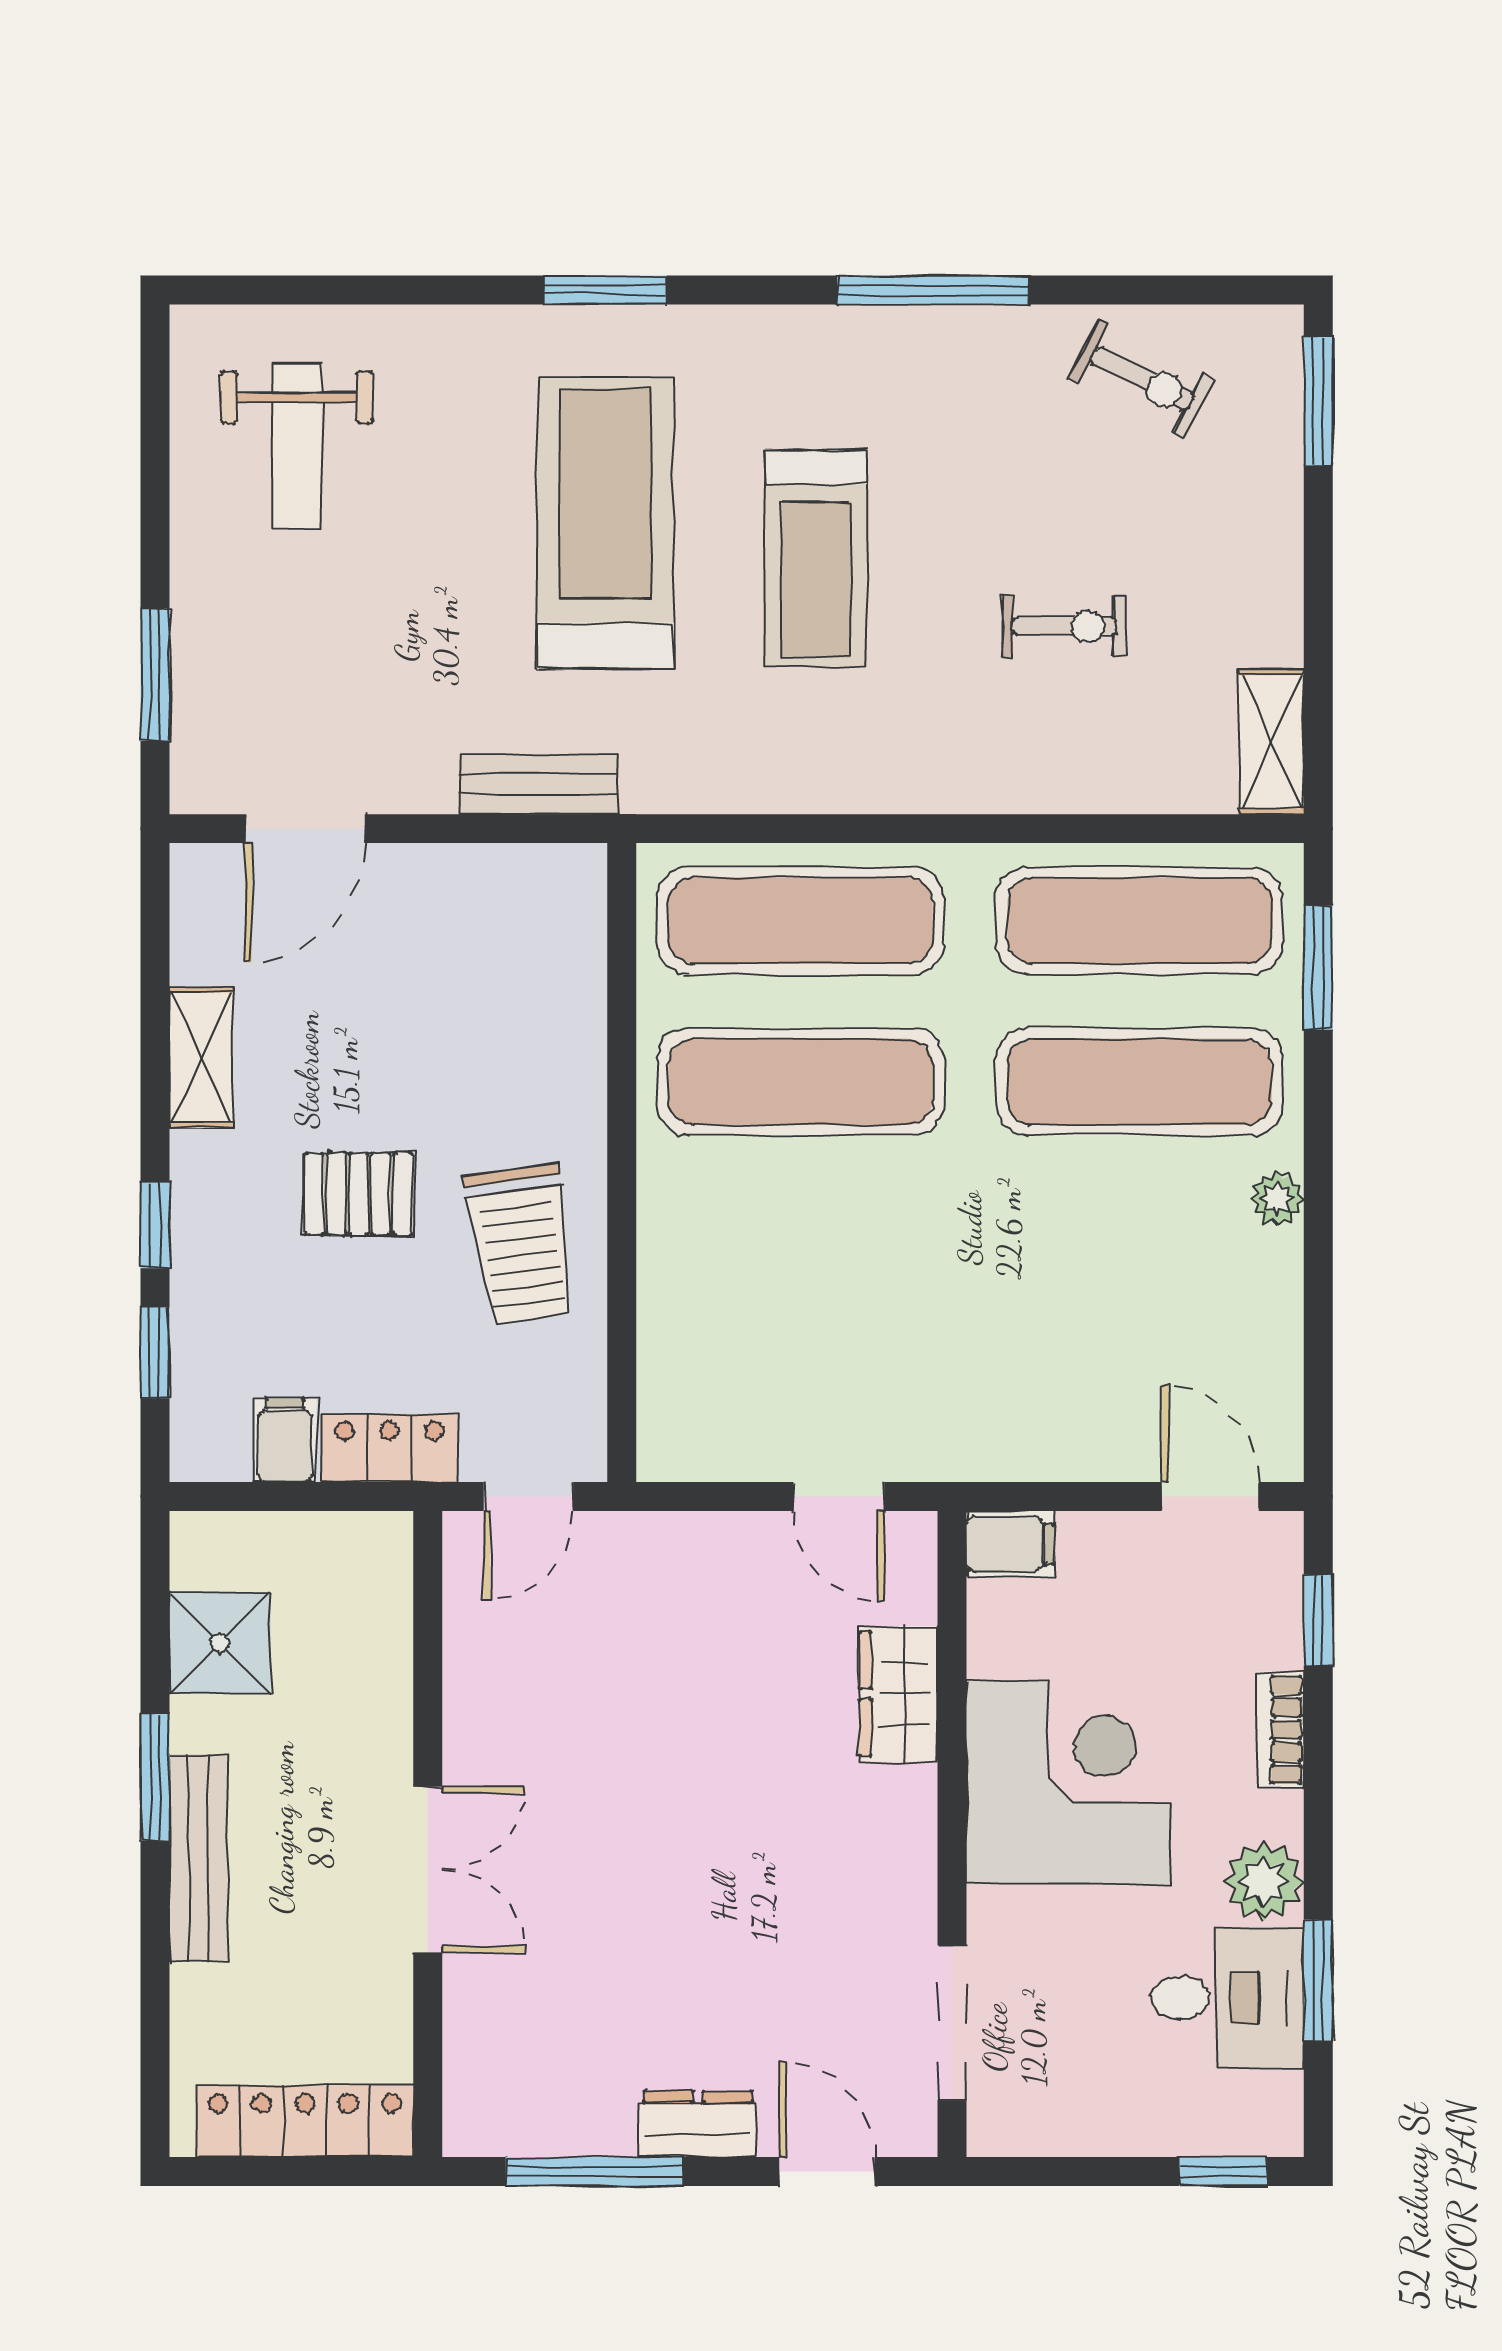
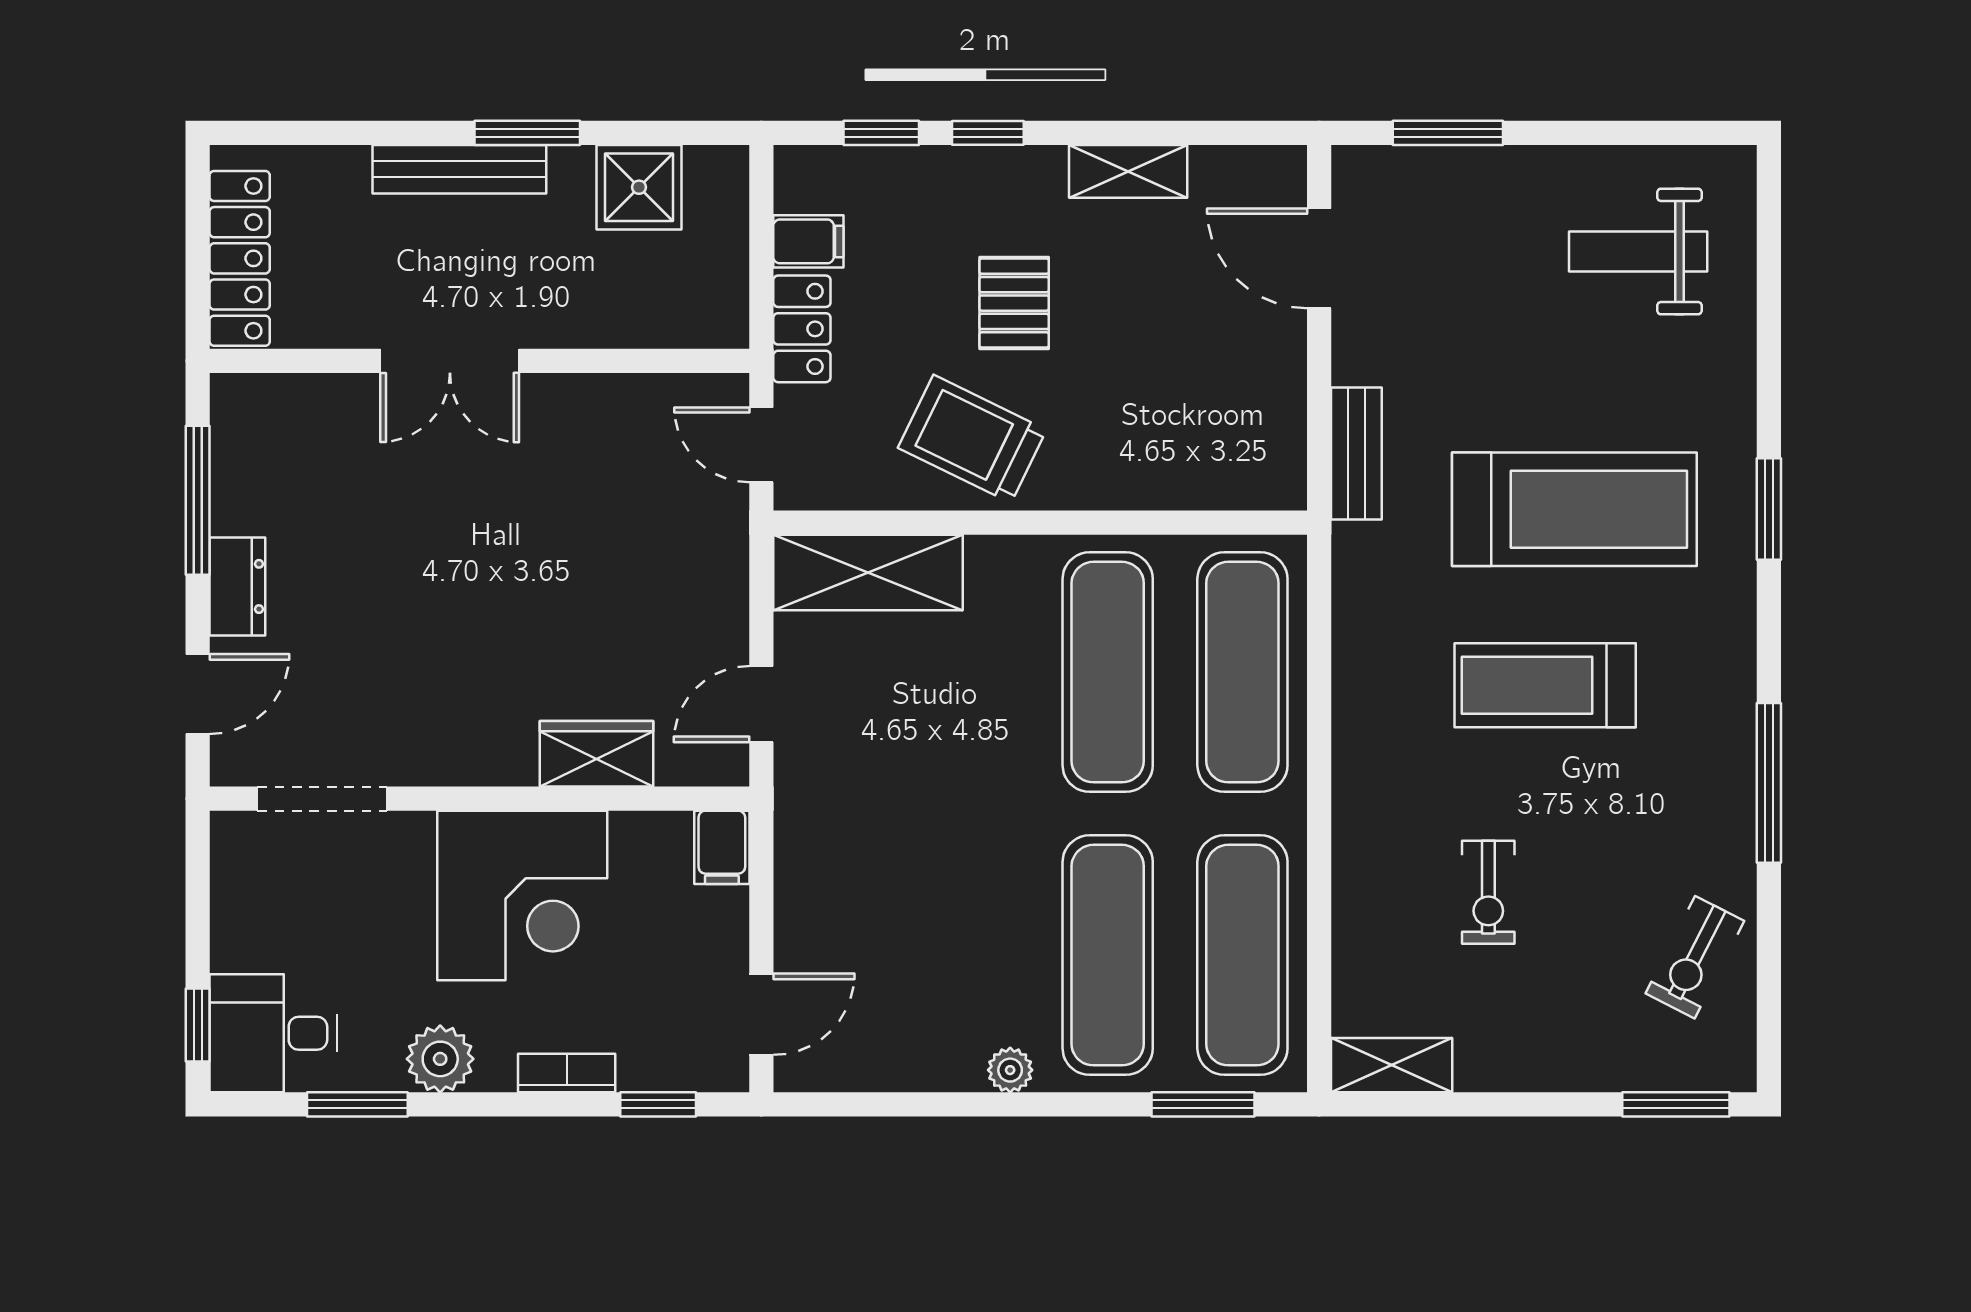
trolley: (521, 1244) -> (972, 439), turned 34
shelving: (681, 1369) -> (868, 573), added
desk: (1228, 1998) -> (273, 1033), moved, turned 90

